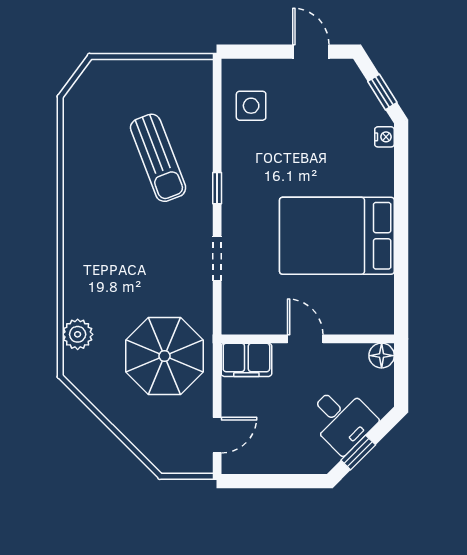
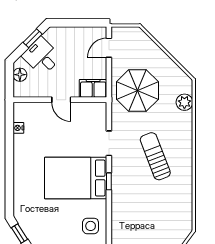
nightstand: (384, 137) -> (18, 128), moved
sun lounger: (158, 158) -> (155, 156), moved
bed: (337, 236) -> (76, 178), moved, turned 180
floor lamp: (382, 356) -> (20, 75), moved

